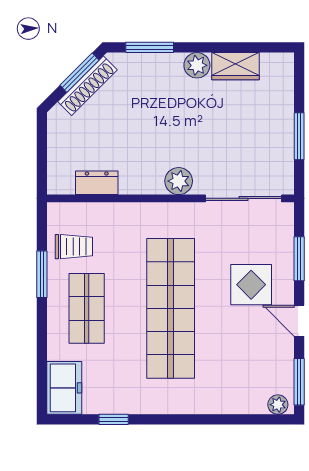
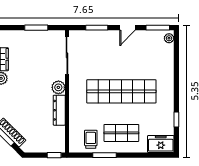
window: (42, 173) -> (54, 155), added
dresser: (97, 183) -> (59, 110), moved, width x1.44
display table: (251, 285) -> (110, 51), removed

